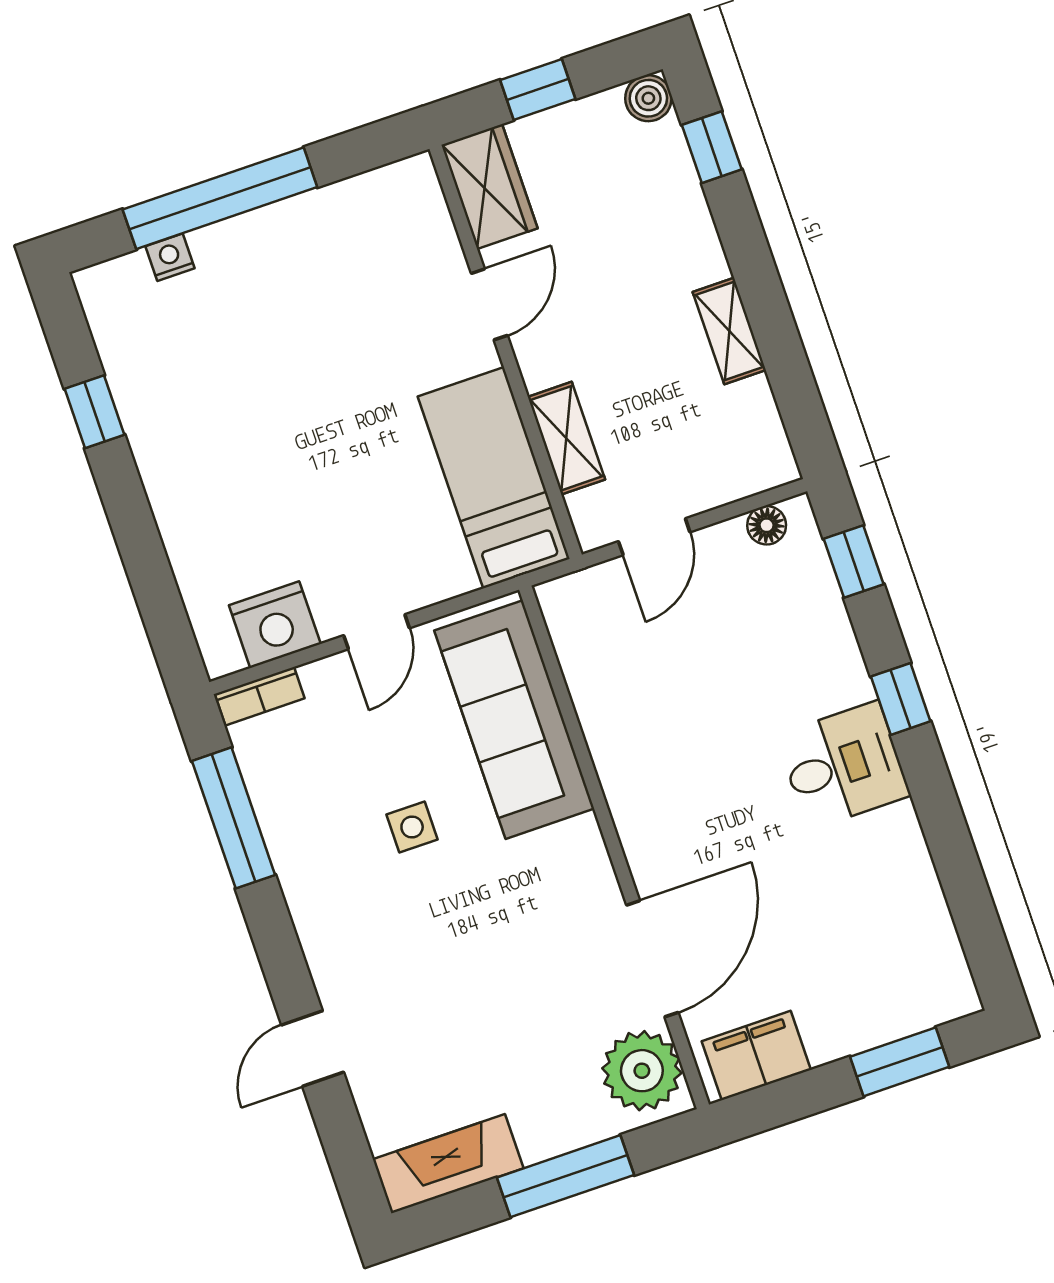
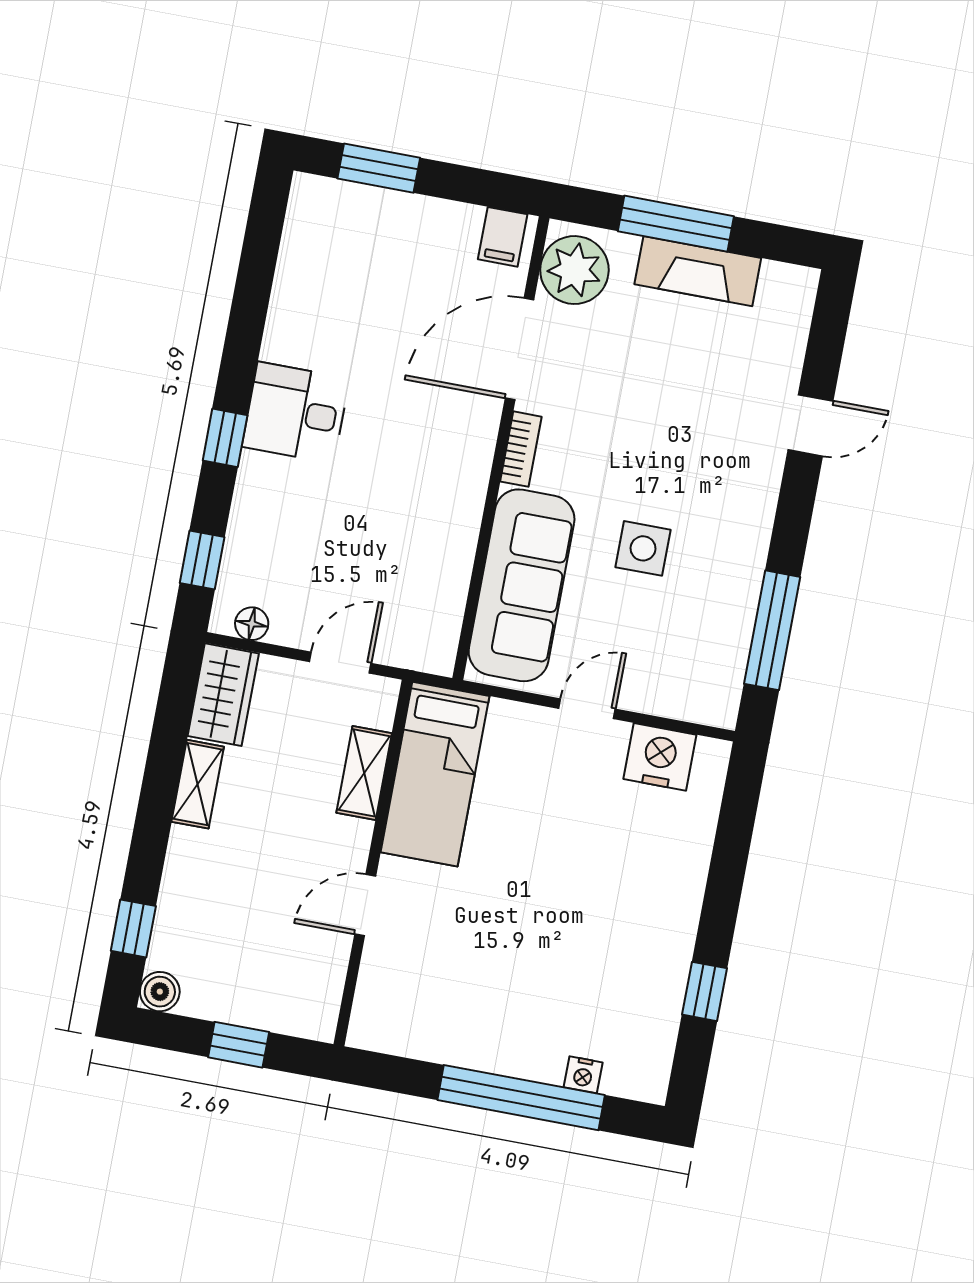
wardrobe: (489, 187) -> (223, 695), moved, turned 180
bookcase: (260, 696) -> (521, 449), moved, turned 90
side table: (412, 827) -> (643, 548), width x1.37, depth x1.37
filing cabinet: (756, 1056) -> (503, 237), width x0.50
fireplace: (448, 1164) -> (698, 271), moved

